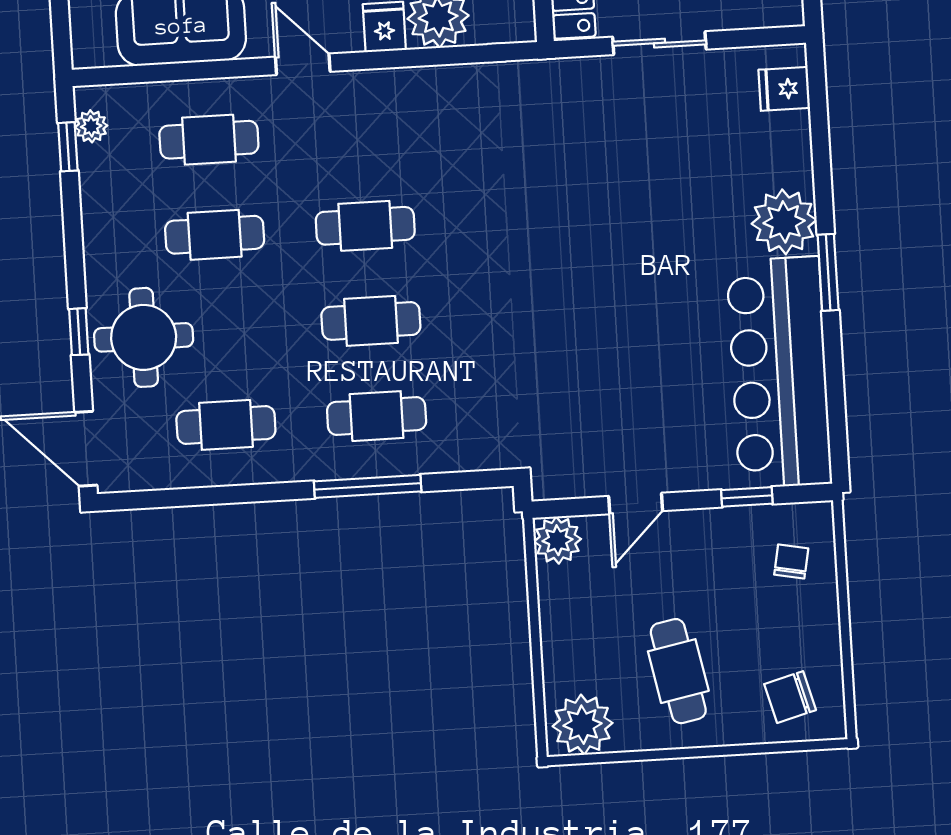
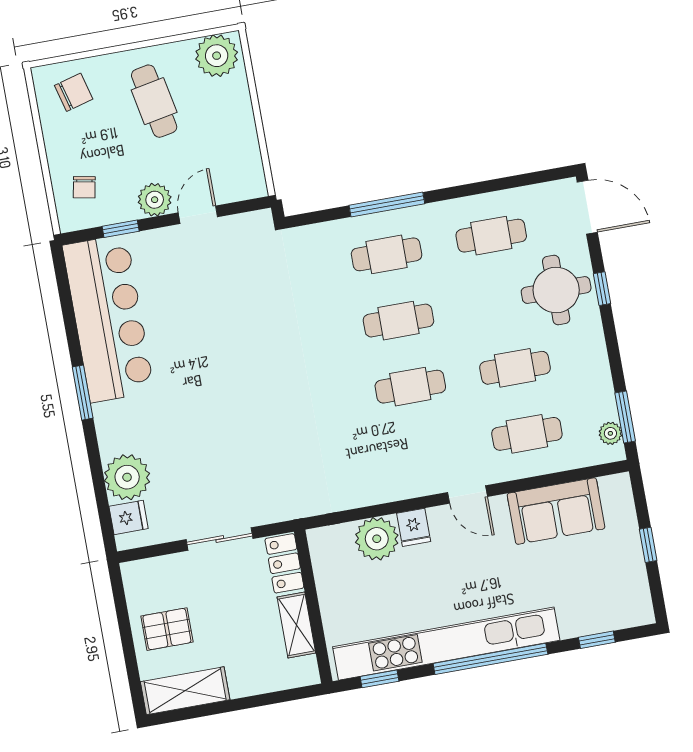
window: (68, 147) -> (625, 417), width x1.50
plant: (784, 222) -> (127, 477), moved
plant: (557, 540) -> (155, 200), moved

